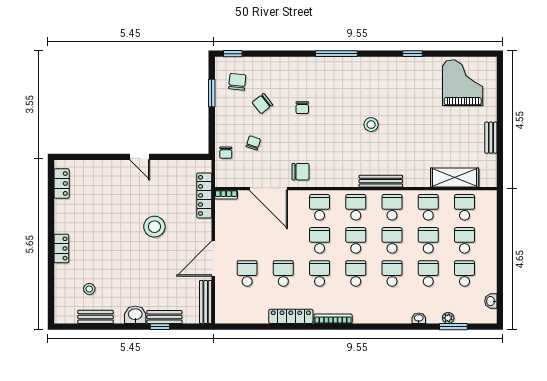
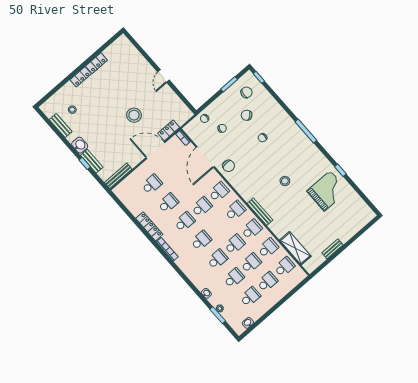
grand piano: (463, 83) -> (327, 191), moved
locker: (62, 183) -> (96, 63), moved
locker: (204, 195) -> (169, 130), width x0.66
school desk: (356, 240) -> (218, 226), removed
door: (213, 259) -> (155, 150), moved

